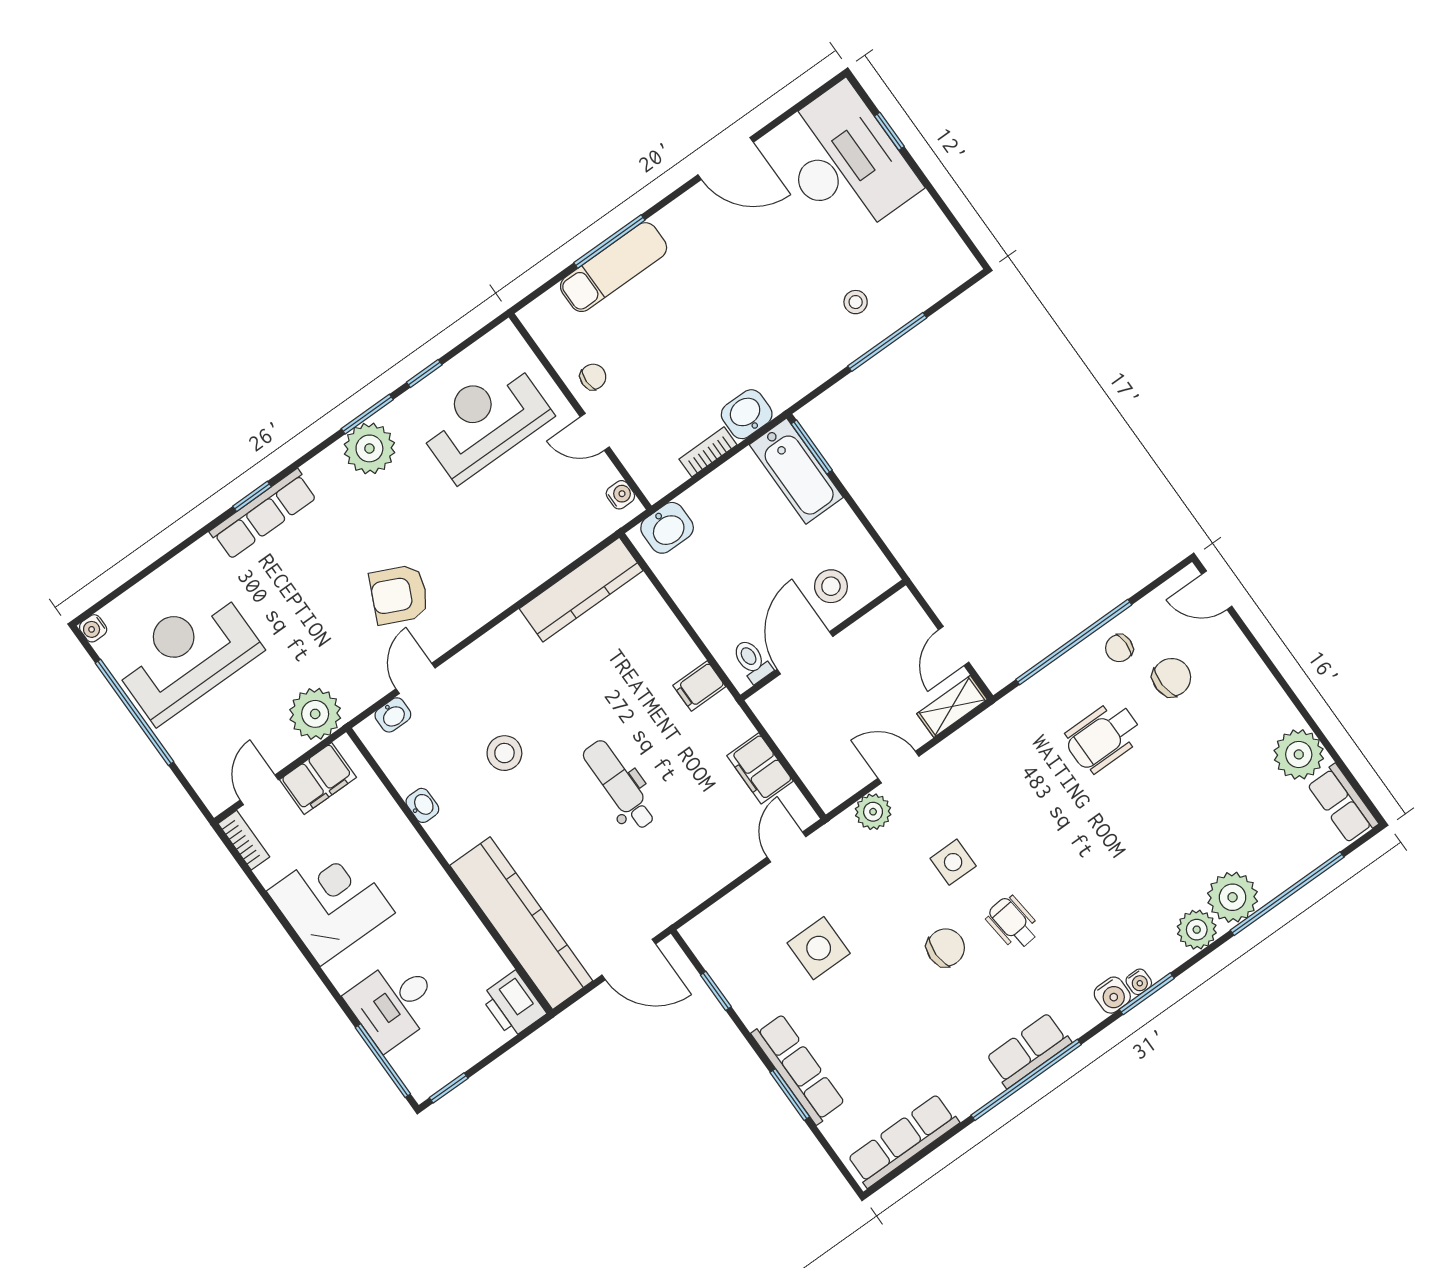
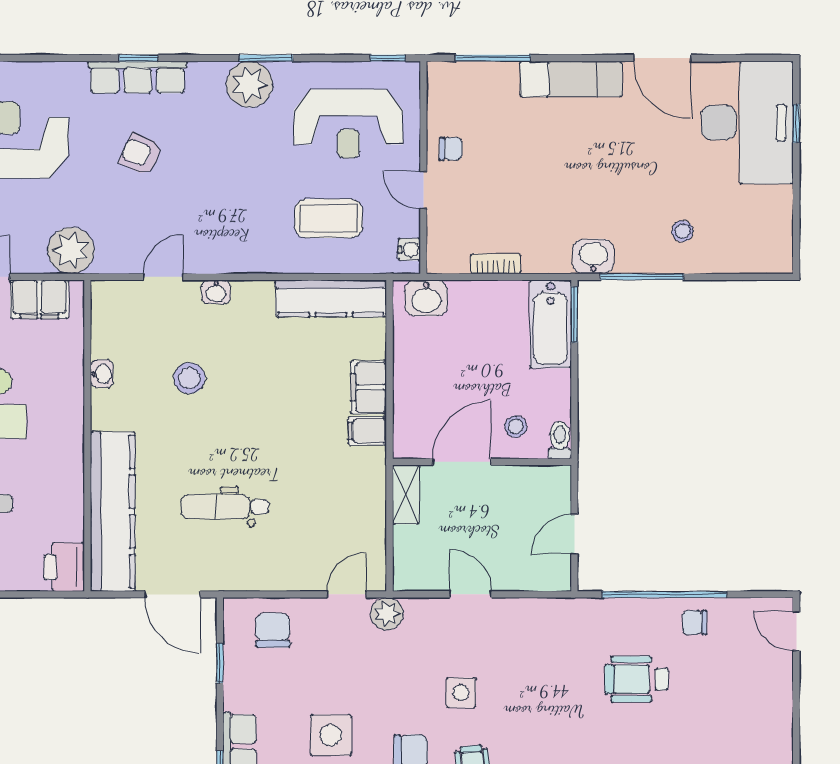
window: (609, 241) -> (493, 58), moved
exam couch: (614, 267) -> (571, 79), moved
window: (887, 342) -> (642, 277), moved
window: (424, 373) -> (388, 58), moved
washbasin: (747, 414) -> (593, 256), moved
reception desk: (484, 420) -> (348, 124), turned 180
coffee table: (527, 519) -> (328, 218), added
stool: (831, 586) -> (516, 427), width x0.73, depth x0.73
armchair: (399, 595) -> (141, 154), moved, width x0.72, depth x0.72
toilet: (752, 661) -> (560, 440), moved
chair: (1172, 677) -> (273, 630), moved, turned -87
shelving: (952, 706) -> (406, 495), moved, turned 90
washbasin: (393, 715) -> (216, 292), moved
filing cabinet: (760, 768) -> (369, 387), moved
dental chair: (619, 785) -> (225, 507), moved, turned -90
plant: (873, 812) -> (387, 614), moved
side table: (819, 948) -> (331, 735), moved

